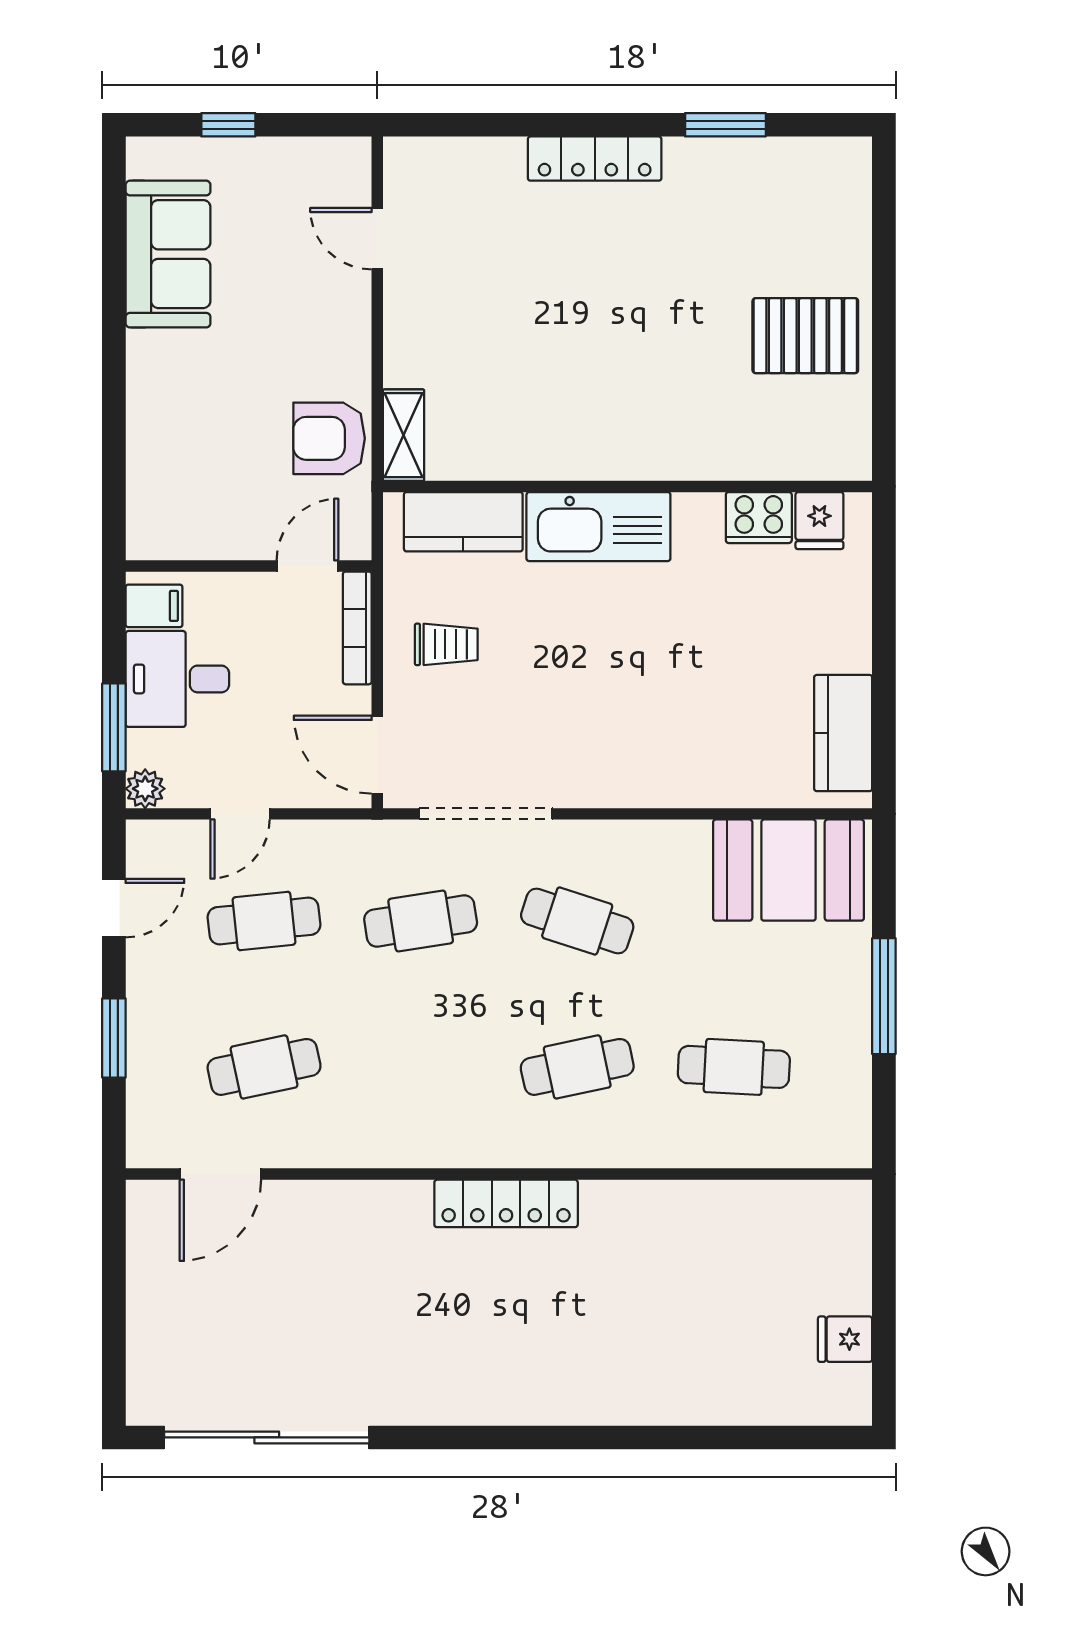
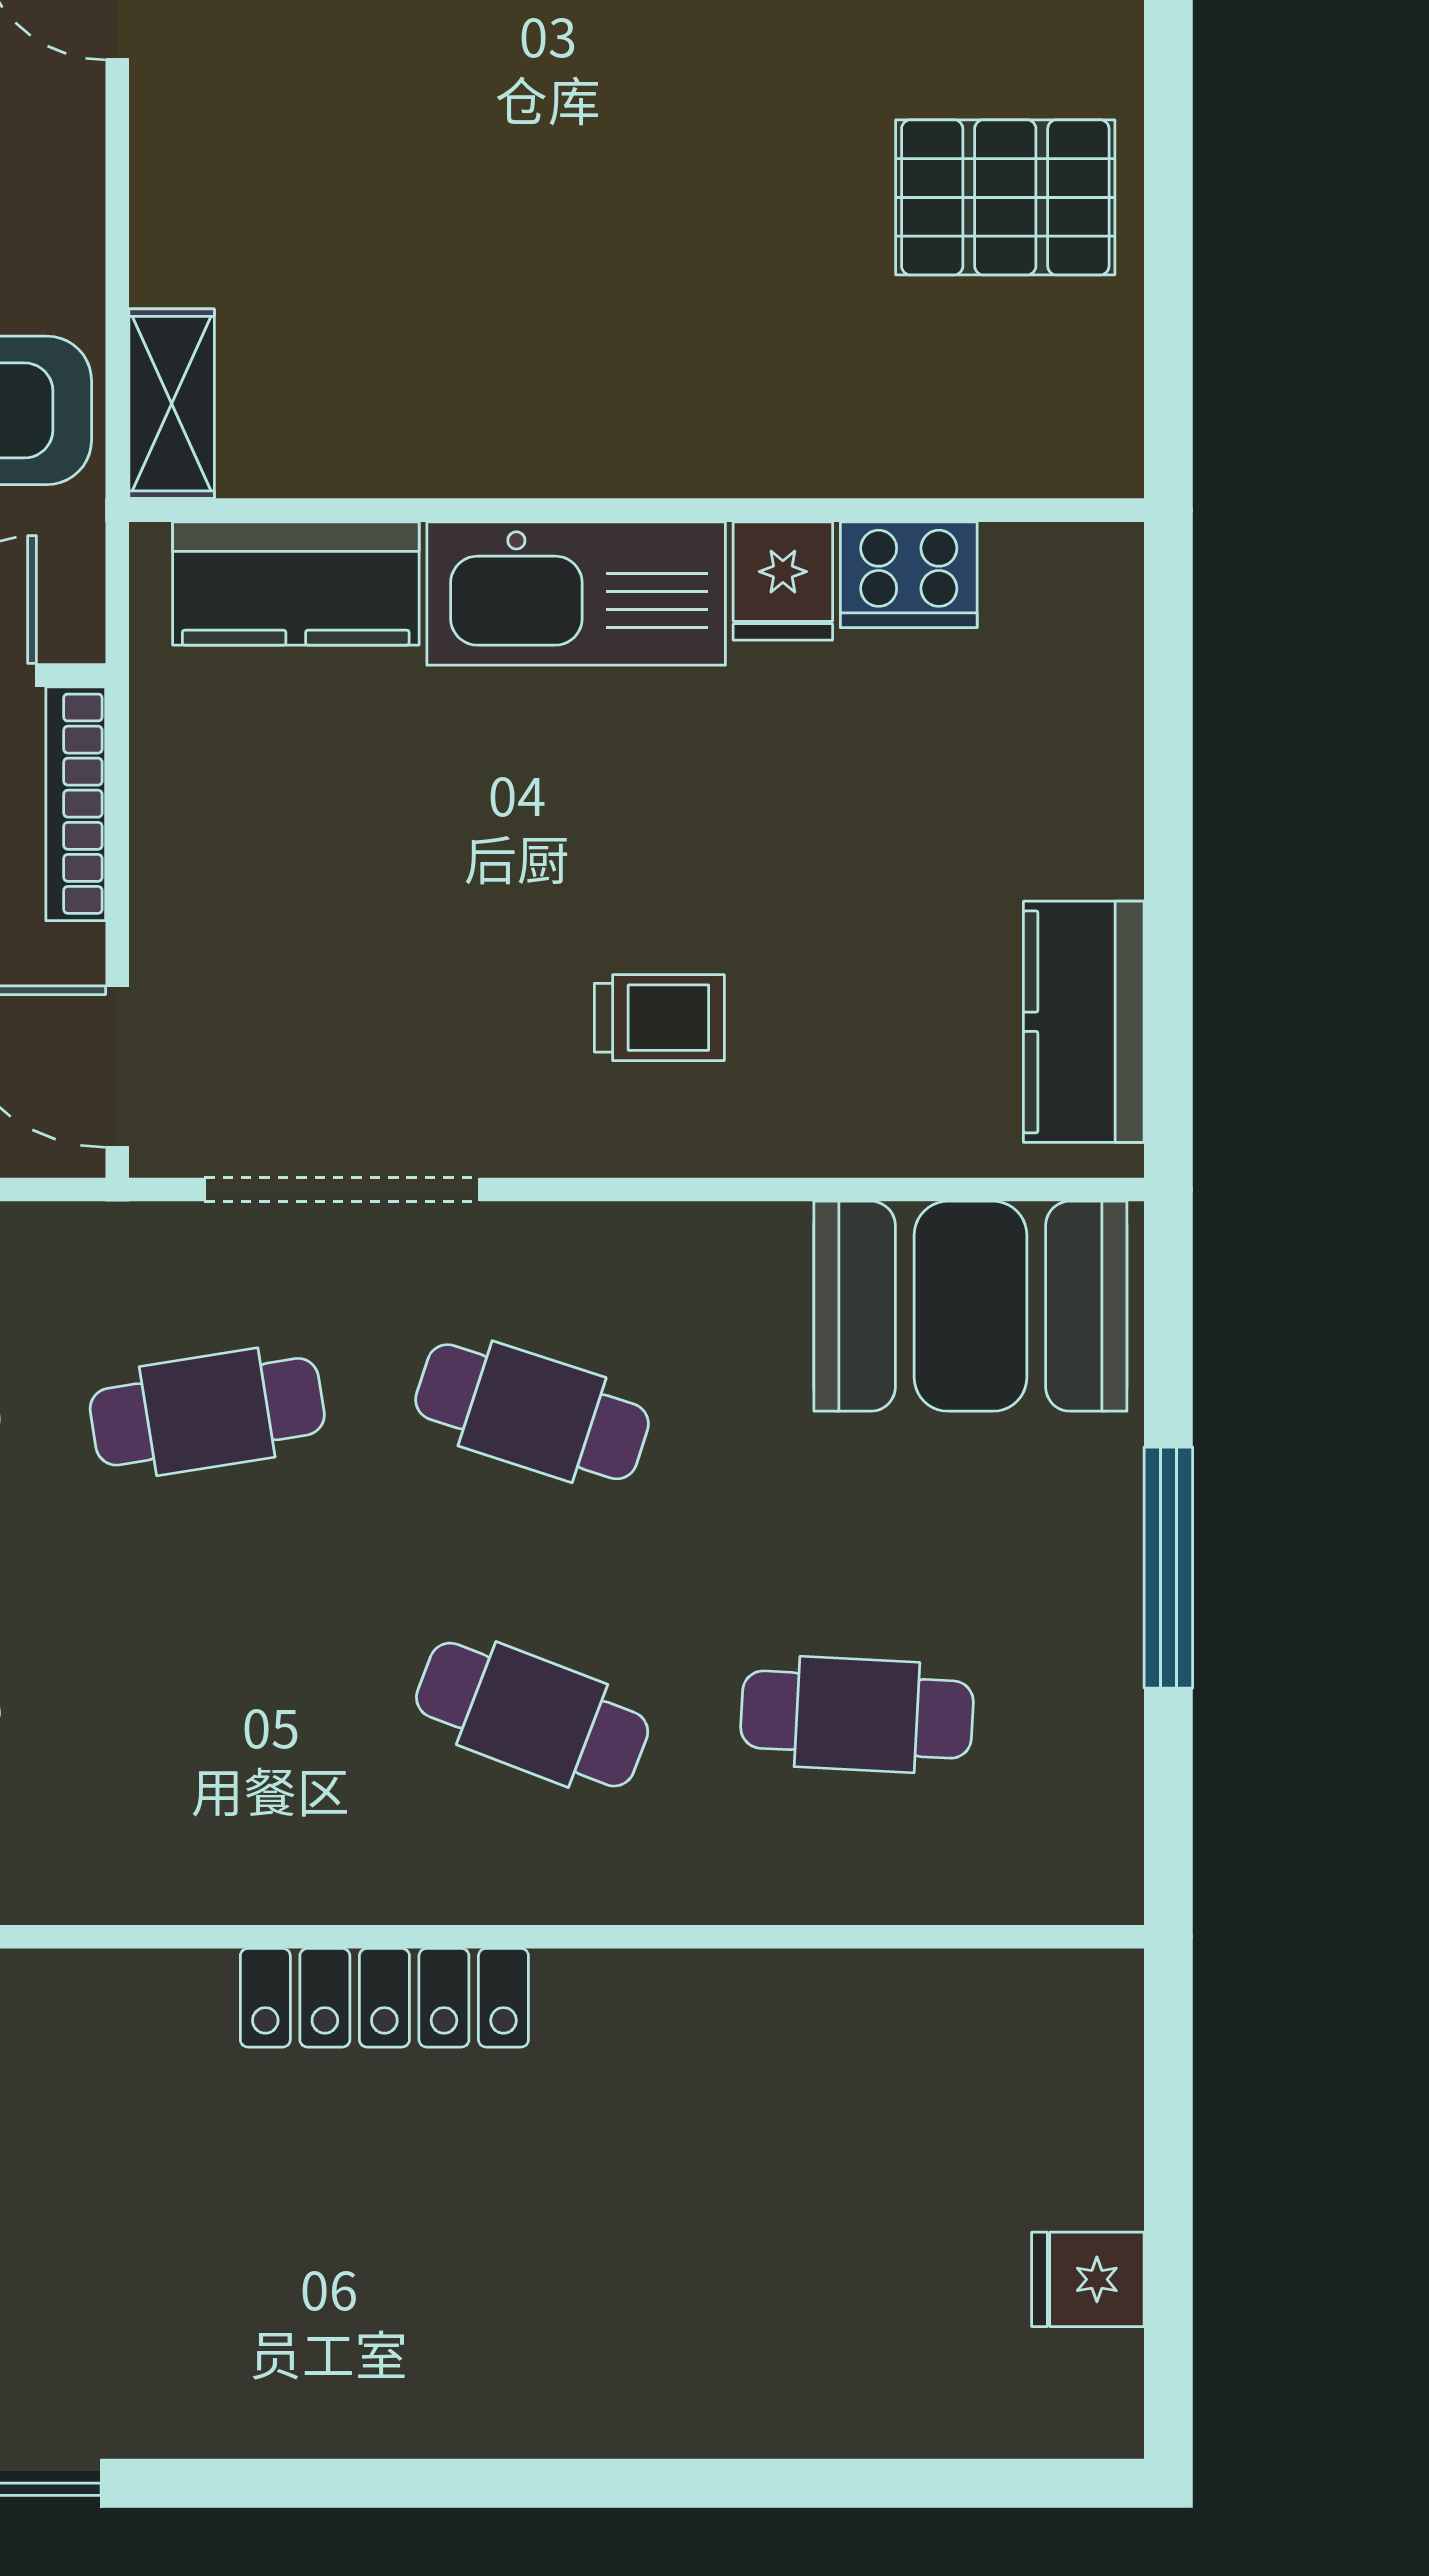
fridge: (819, 521) -> (783, 581), moved
trolley: (446, 644) -> (659, 1018), moved
cafe table: (577, 1067) -> (532, 1715), turned 33

